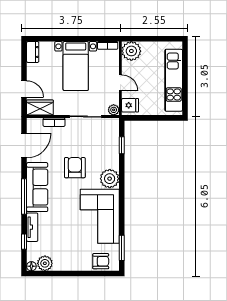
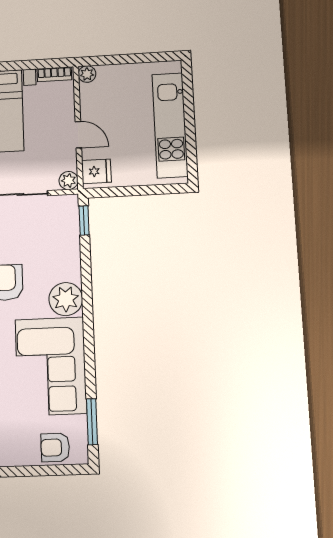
plant: (131, 51) -> (87, 74), width x0.53, depth x0.53
window: (122, 145) -> (84, 220), moved
armchair: (101, 261) -> (55, 447), turned 180

